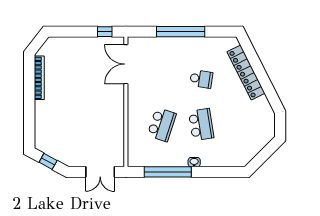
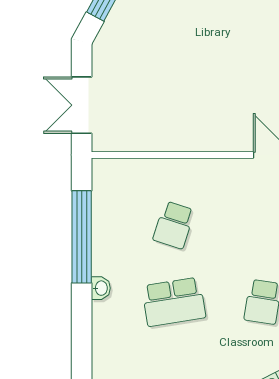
school desk: (162, 125) -> (174, 225), width x0.54

